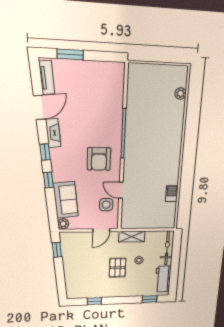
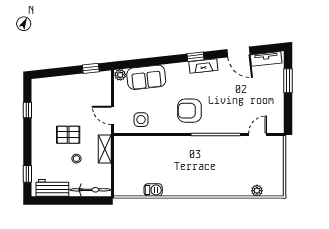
fireplace: (53, 133) -> (203, 66), moved
window: (48, 180) -> (167, 60), removed
door: (121, 190) -> (258, 135), moved

